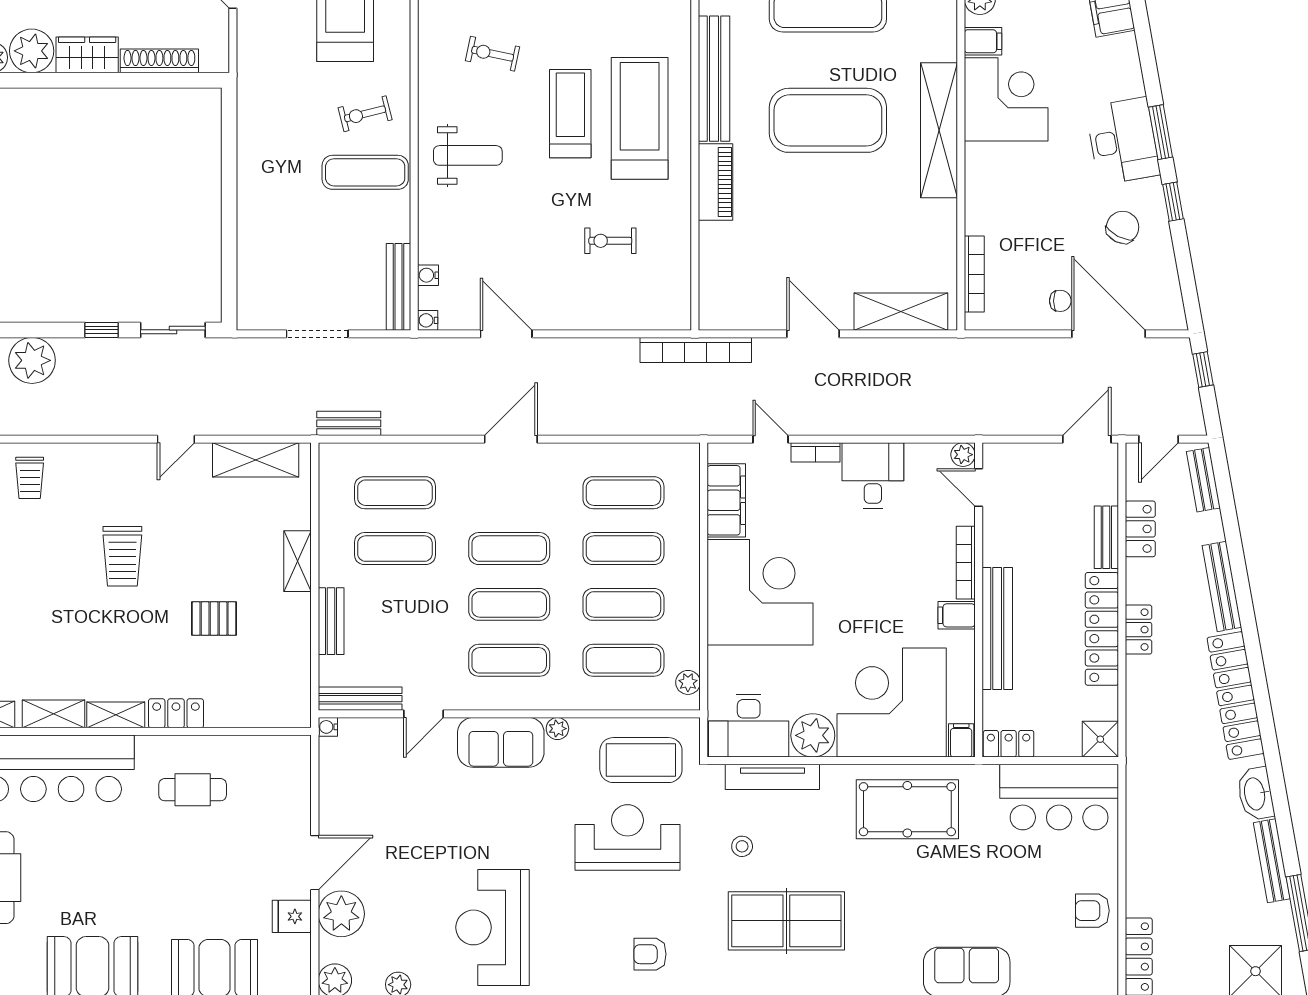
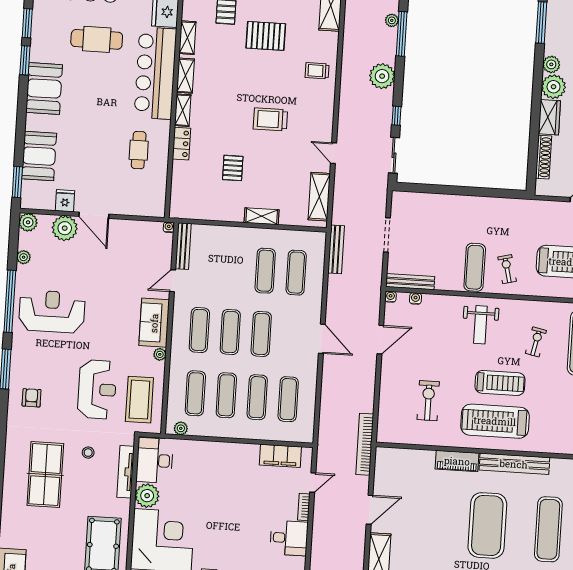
treadmill: (640, 118) -> (495, 421), turned 180
exercise bike: (610, 241) -> (428, 401), width x1.38, depth x1.39
bench: (349, 423) -> (336, 249), width x1.36
corner desk: (760, 592) -> (228, 471), removed
bench: (331, 621) -> (227, 233), removed
door: (424, 714) -> (173, 281), hinge flipped

